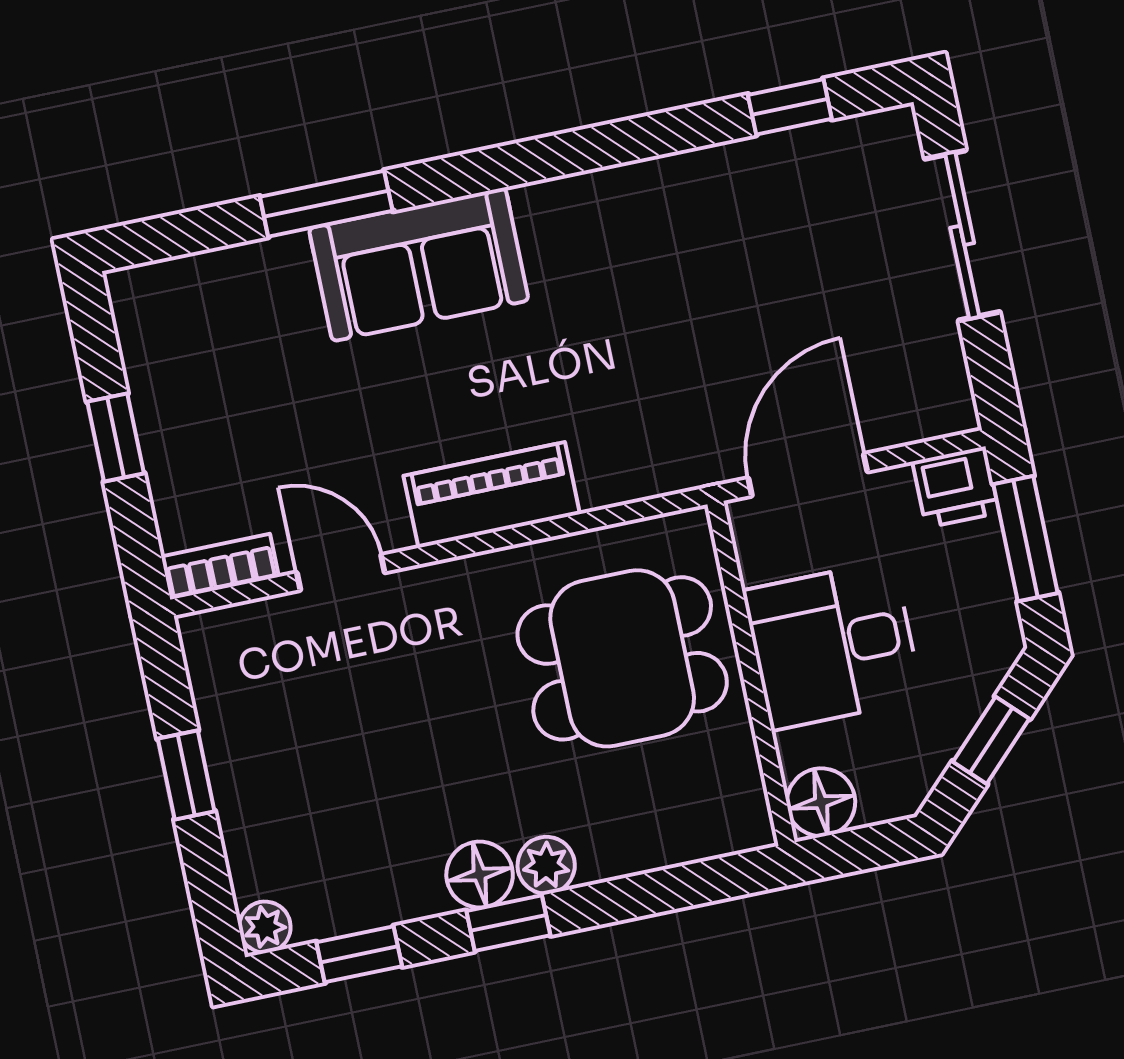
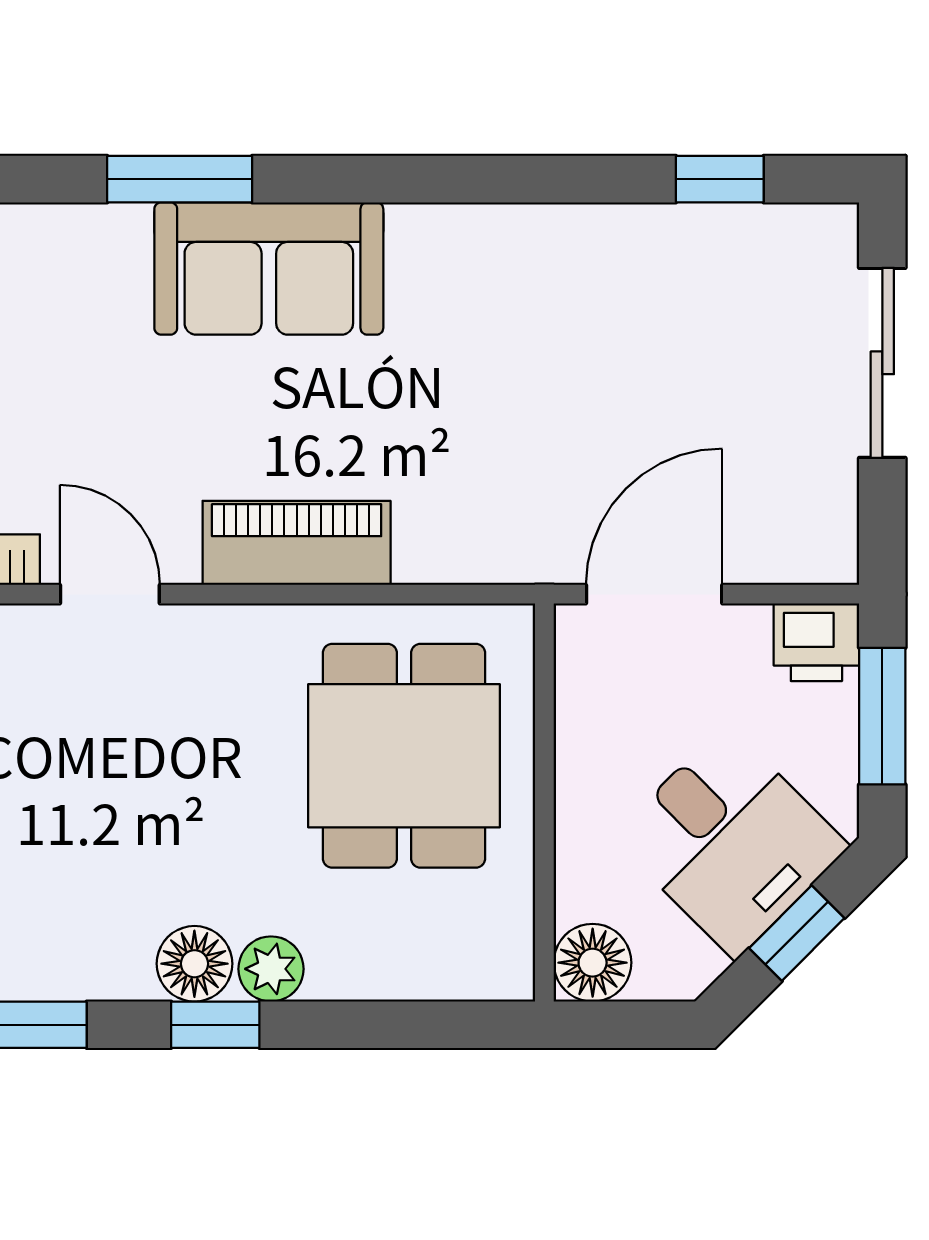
desk: (833, 645) -> (730, 842), moved, turned -135
dining table: (622, 658) -> (404, 756), turned 90

